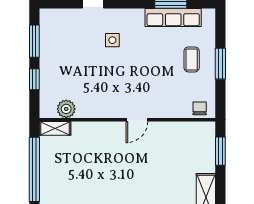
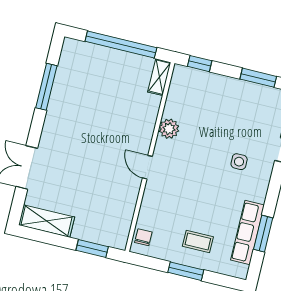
window: (34, 79) -> (200, 64), moved
chair: (200, 108) -> (143, 237), turned -90
plant: (66, 109) -> (169, 129), moved

